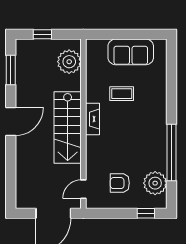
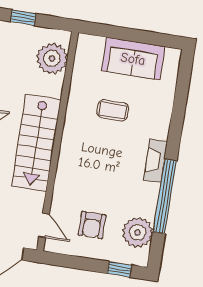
fireplace: (93, 119) -> (156, 161), moved, turned 180
armchair: (120, 183) -> (92, 225), turned -90
door: (83, 189) -> (44, 225), swing flipped

